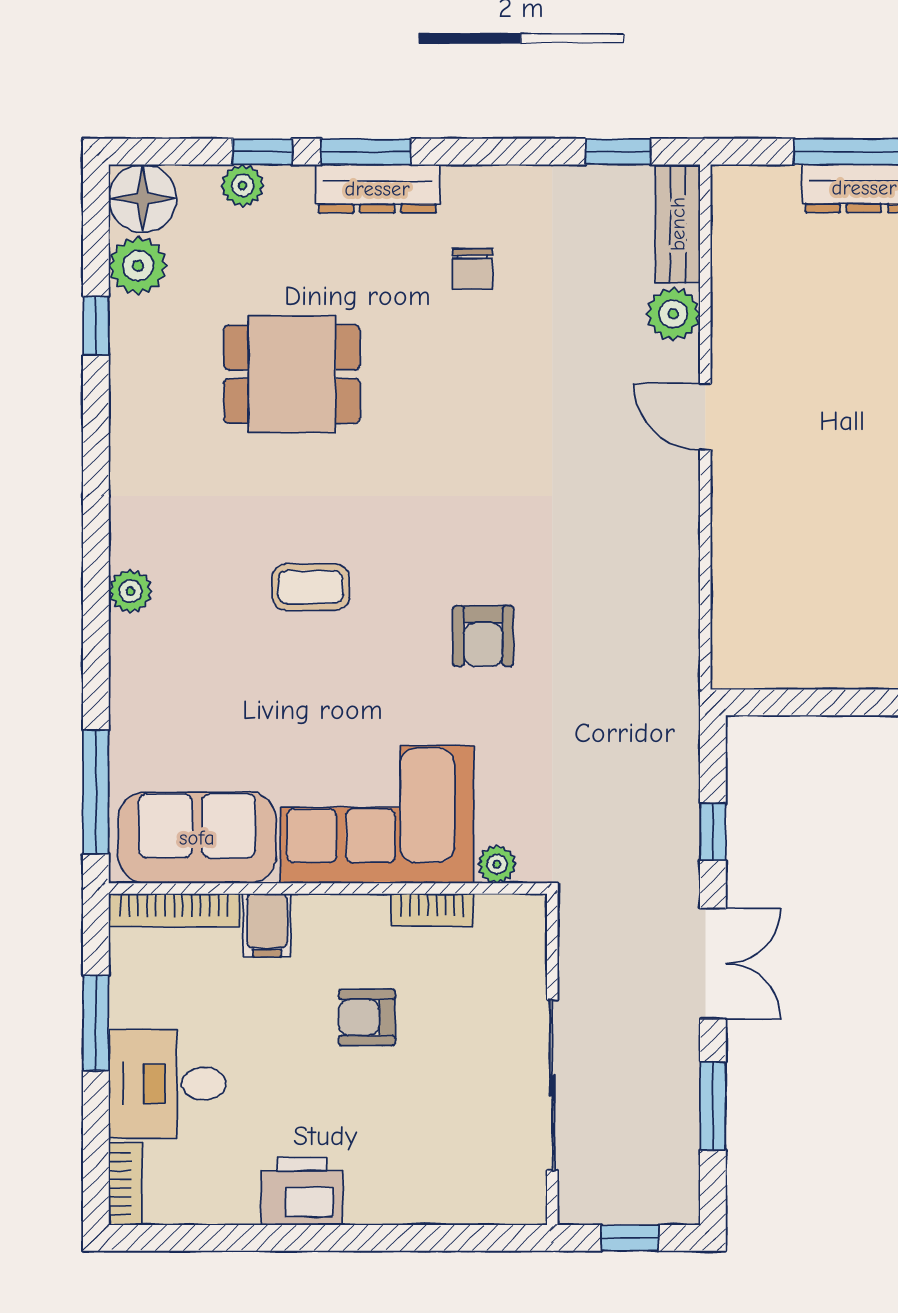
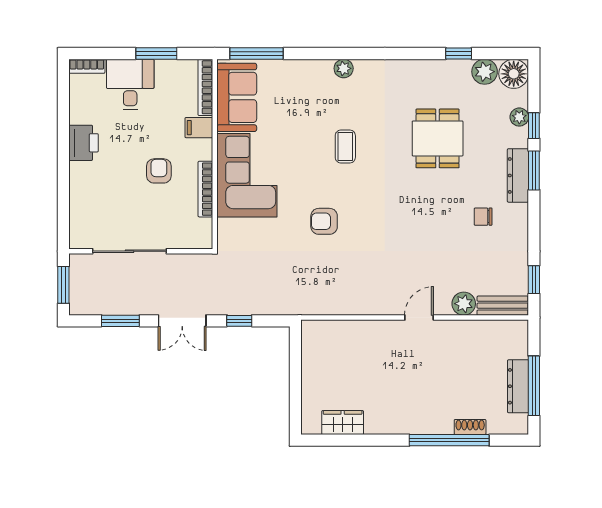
plant: (497, 864) -> (225, 227), removed
bookcase: (432, 910) -> (205, 189), width x1.56
window: (630, 1238) -> (63, 285), width x1.50

